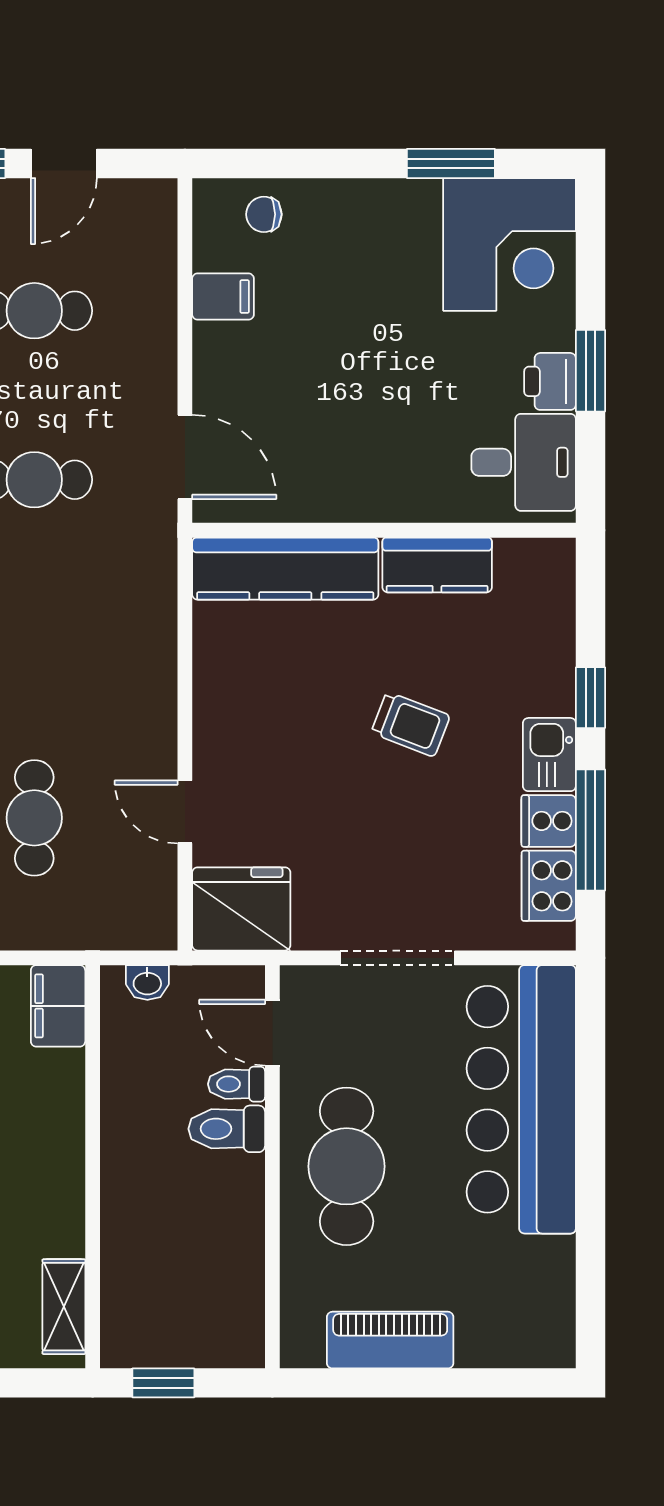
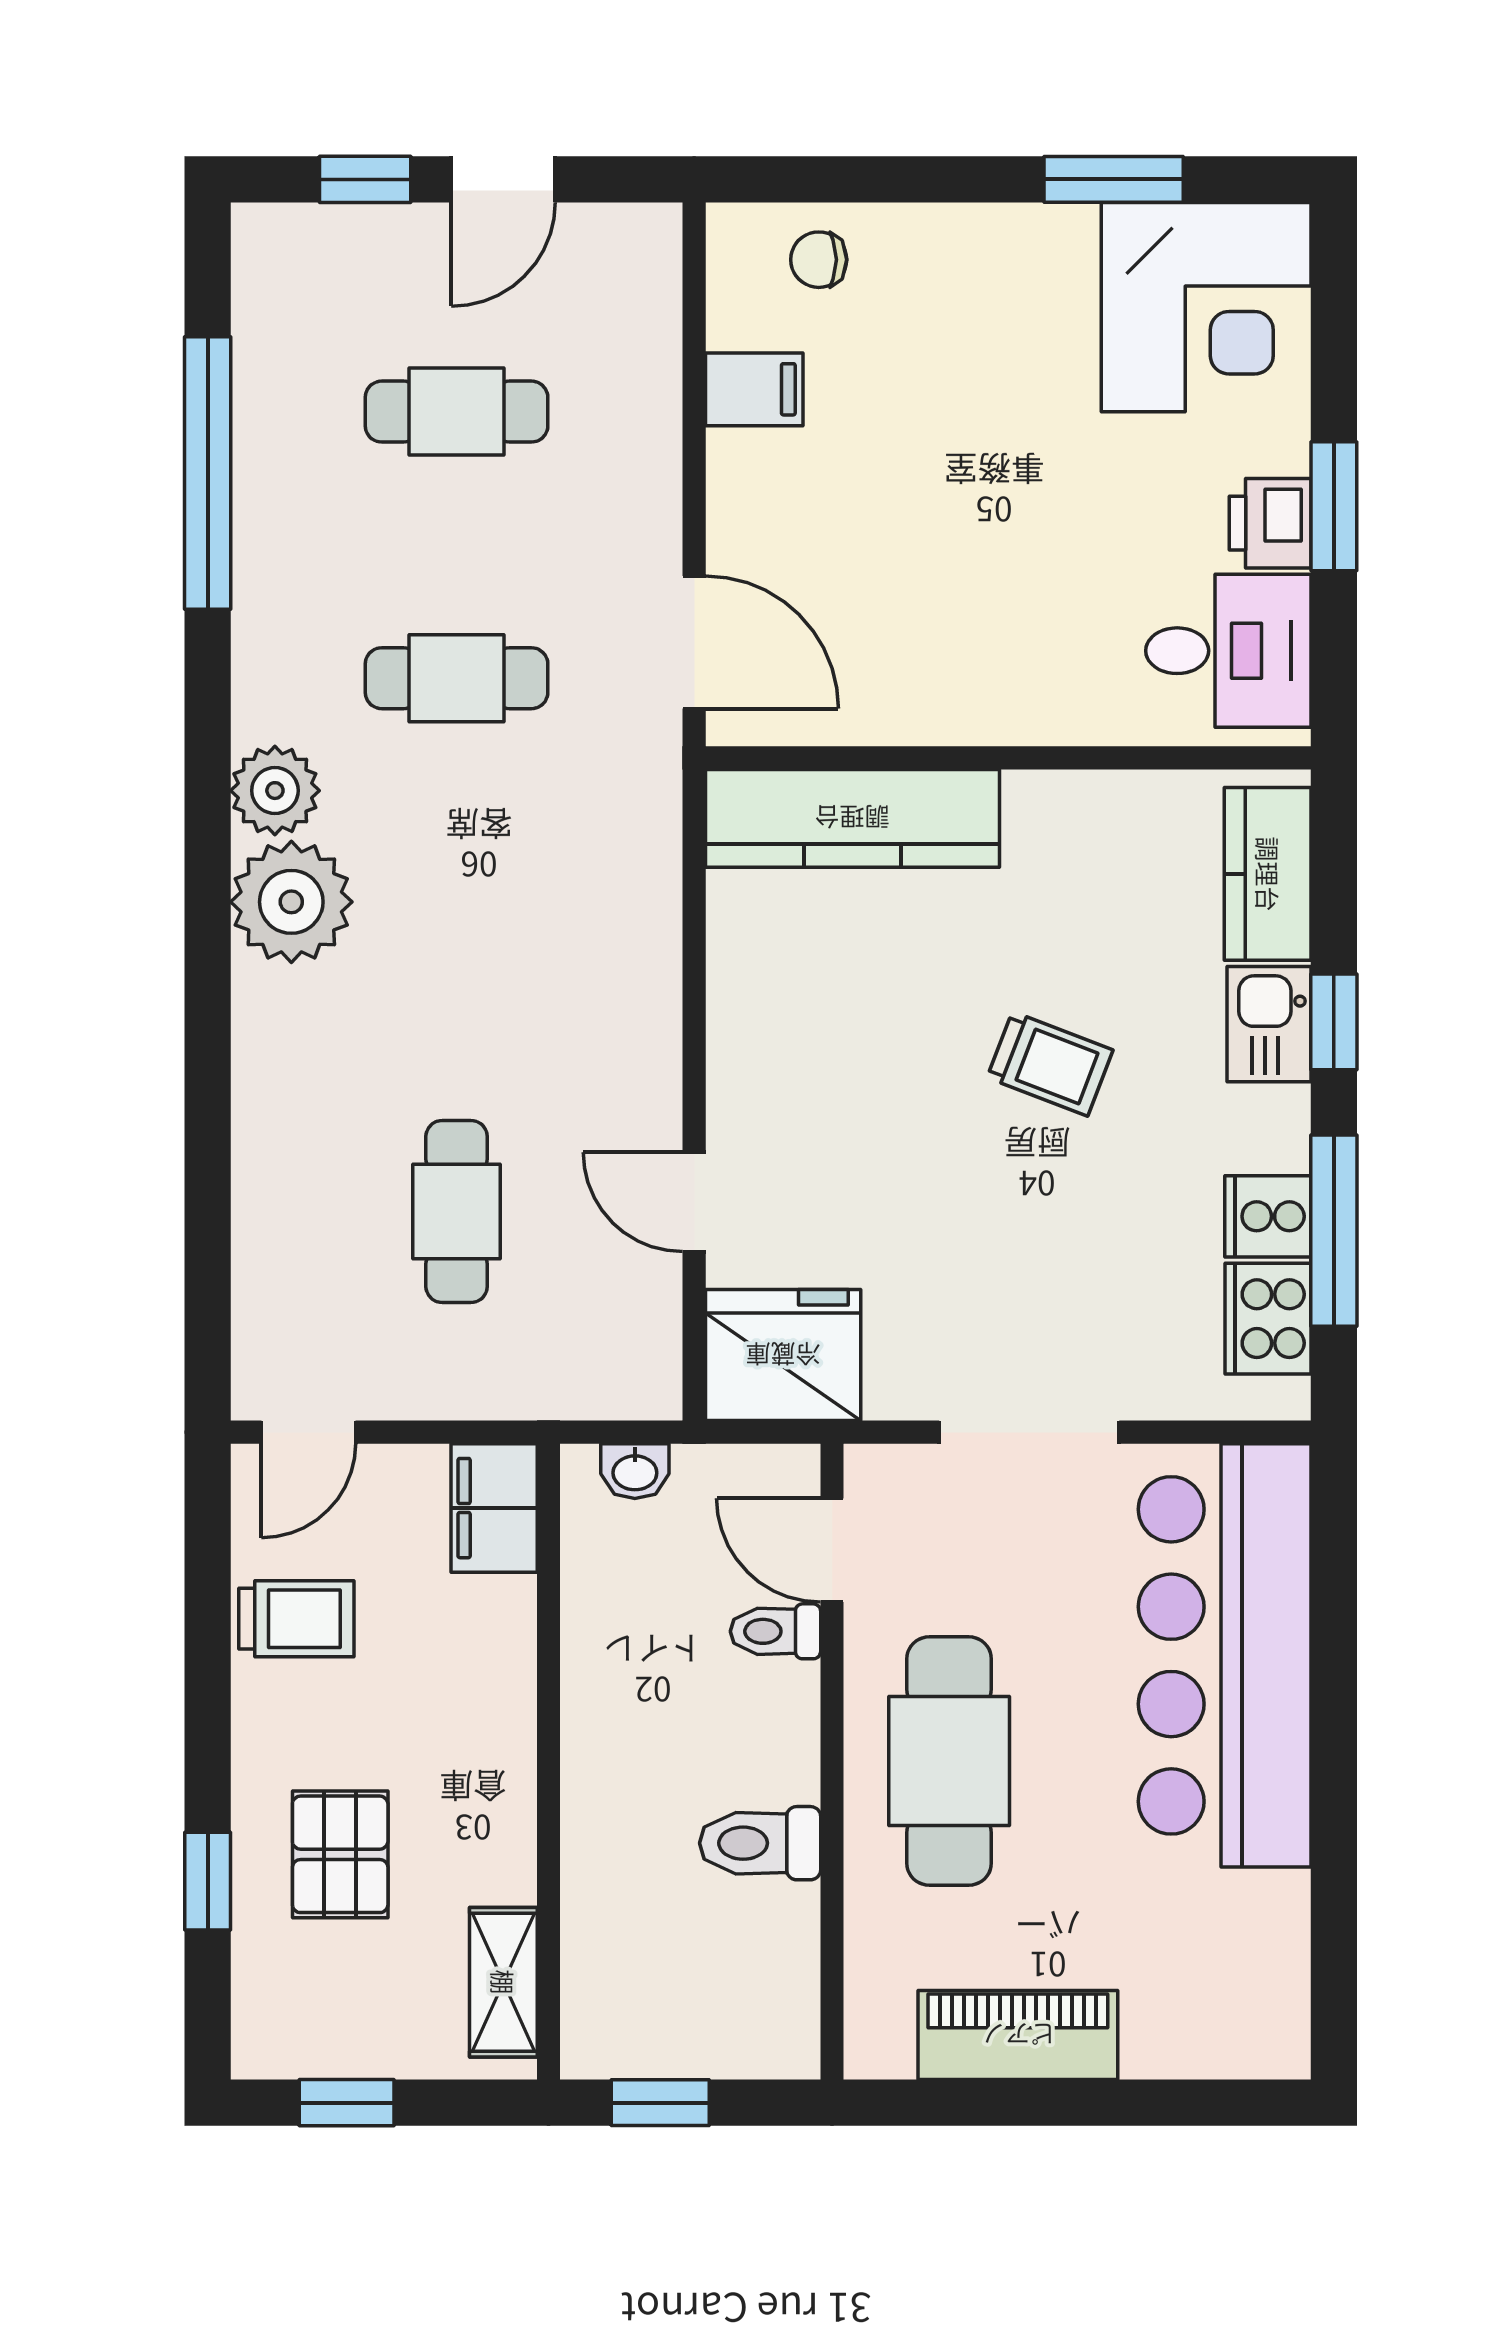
kitchen counter: (437, 565) -> (1268, 874), moved, turned 90
kitchen sink: (549, 755) -> (1269, 1024), moved
toilet: (227, 1129) -> (760, 1843), moved

